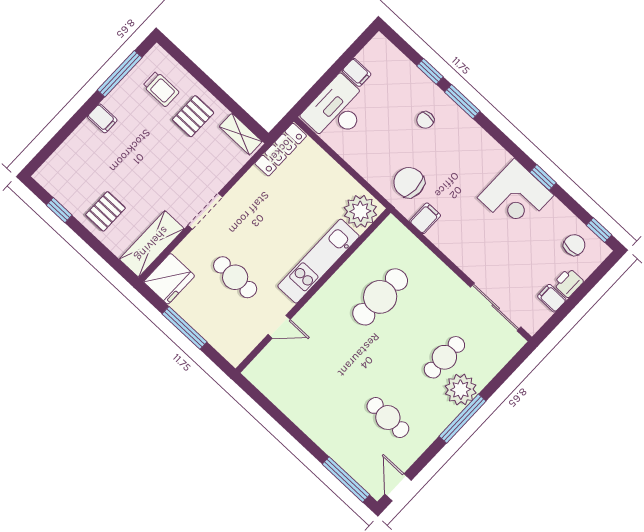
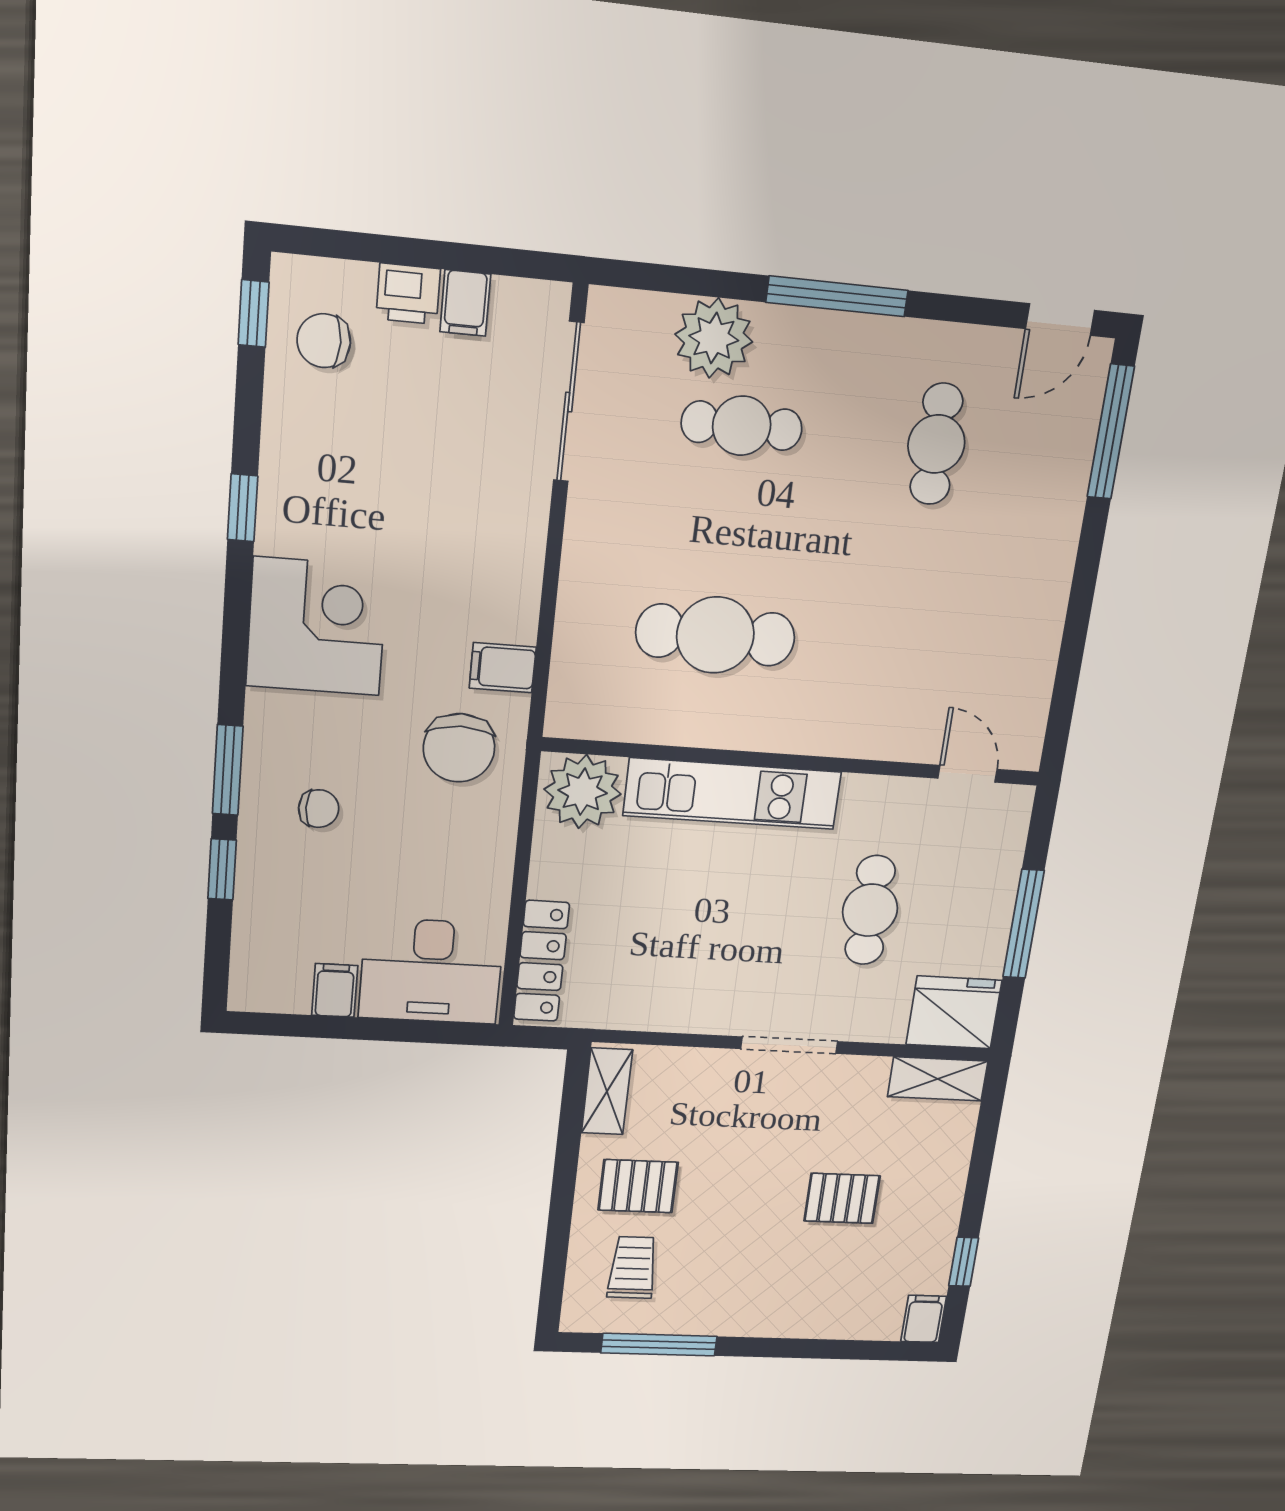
filing cabinet: (102, 118) -> (924, 1319), moved
locker: (281, 150) -> (541, 961), moved, turned 90
corner desk: (516, 197) -> (317, 627), moved
pallet: (105, 211) -> (842, 1198), moved
shelving: (152, 244) -> (938, 1079), width x0.67, depth x0.75
door: (279, 327) -> (968, 774), moved
plant: (461, 390) -> (714, 338), moved

